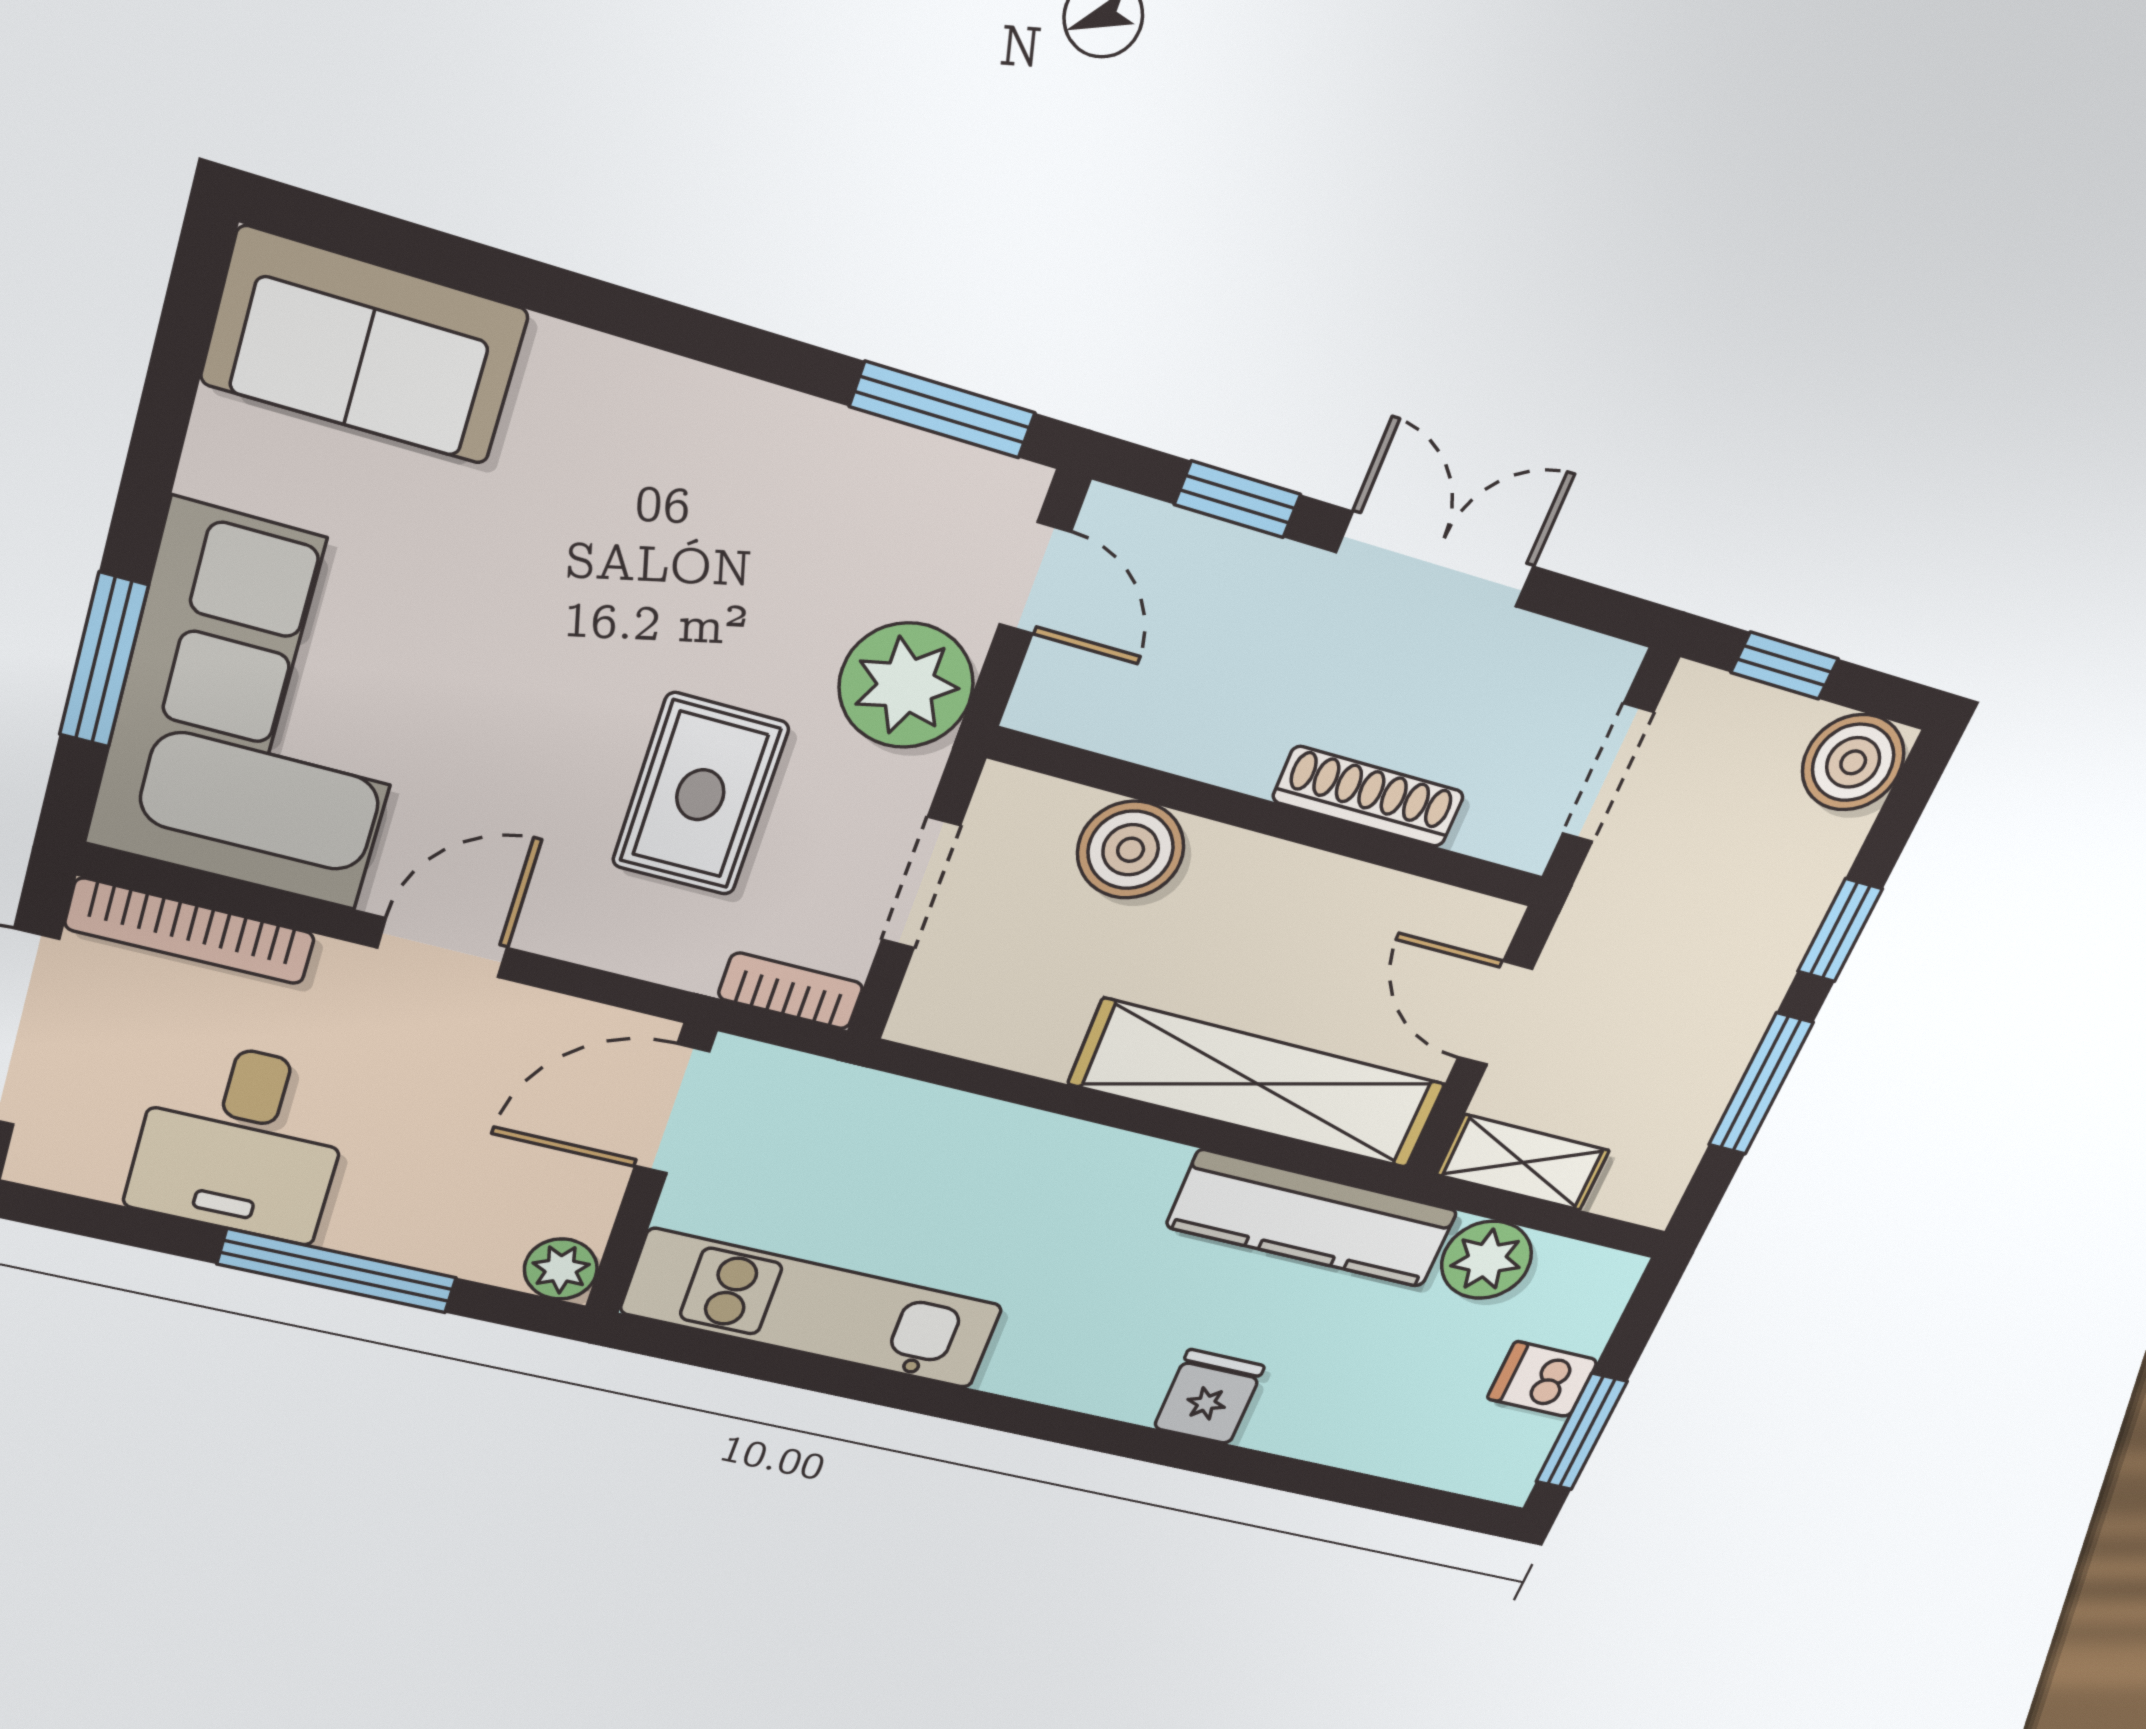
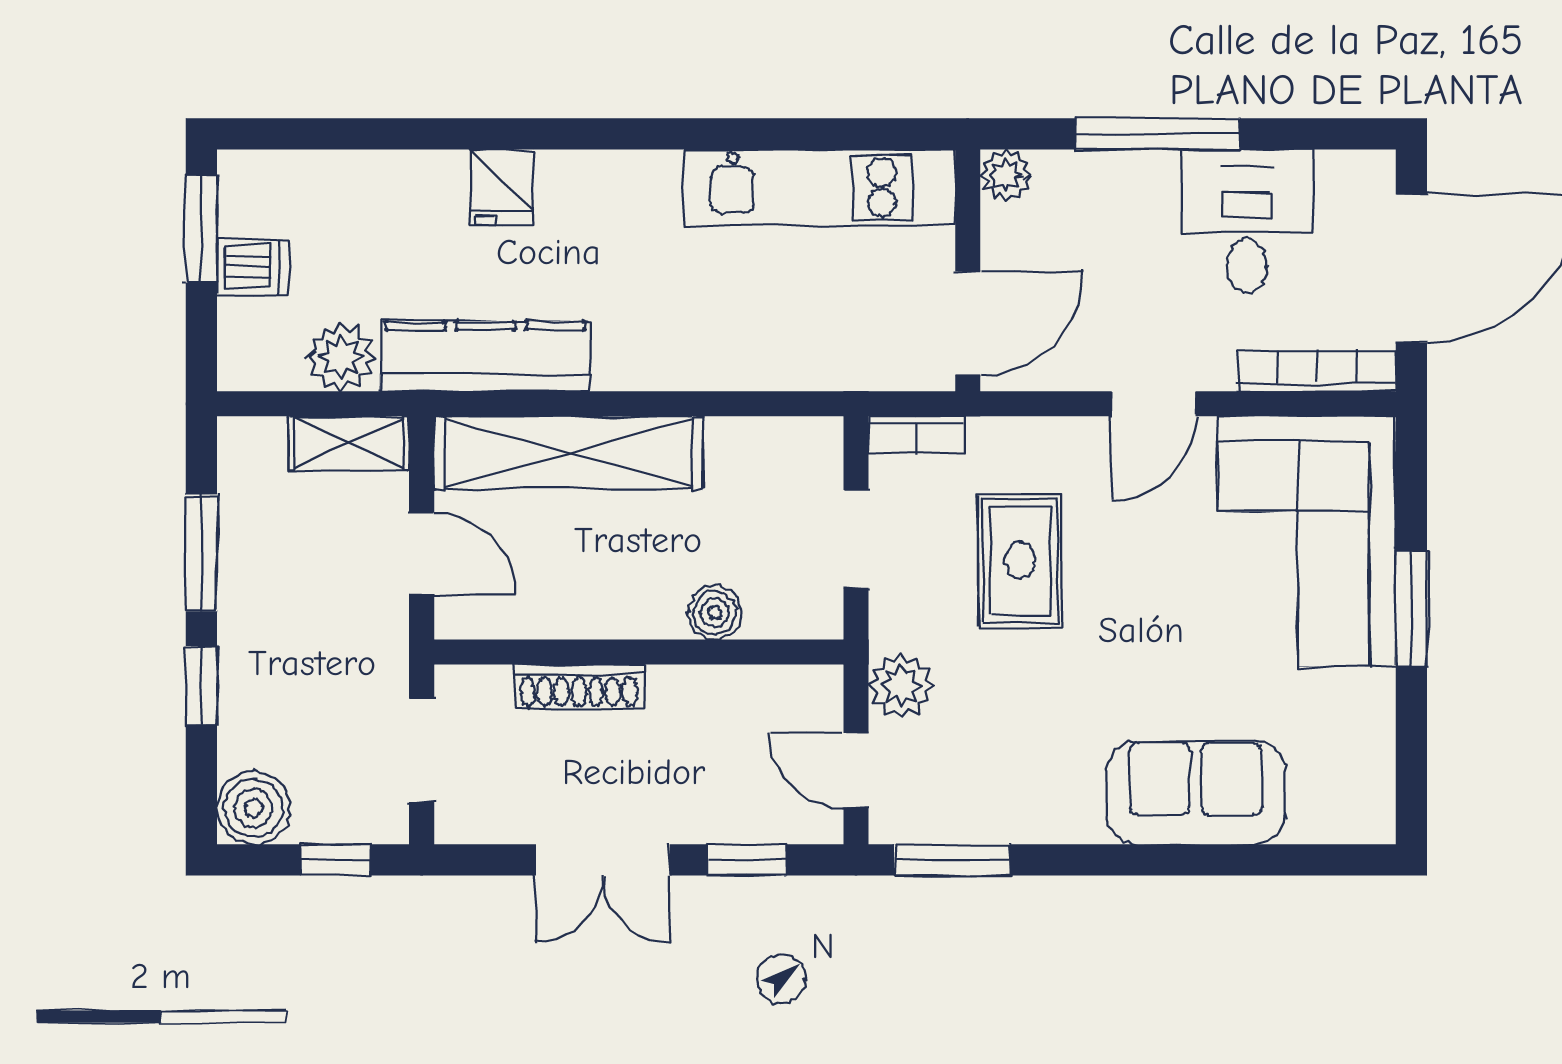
sofa: (365, 347) -> (1196, 793), moved
window: (104, 660) -> (1411, 608), moved
plant: (906, 685) -> (901, 686), width x0.73, depth x0.73
boiler: (1131, 850) -> (715, 613), width x0.73, depth x0.73

